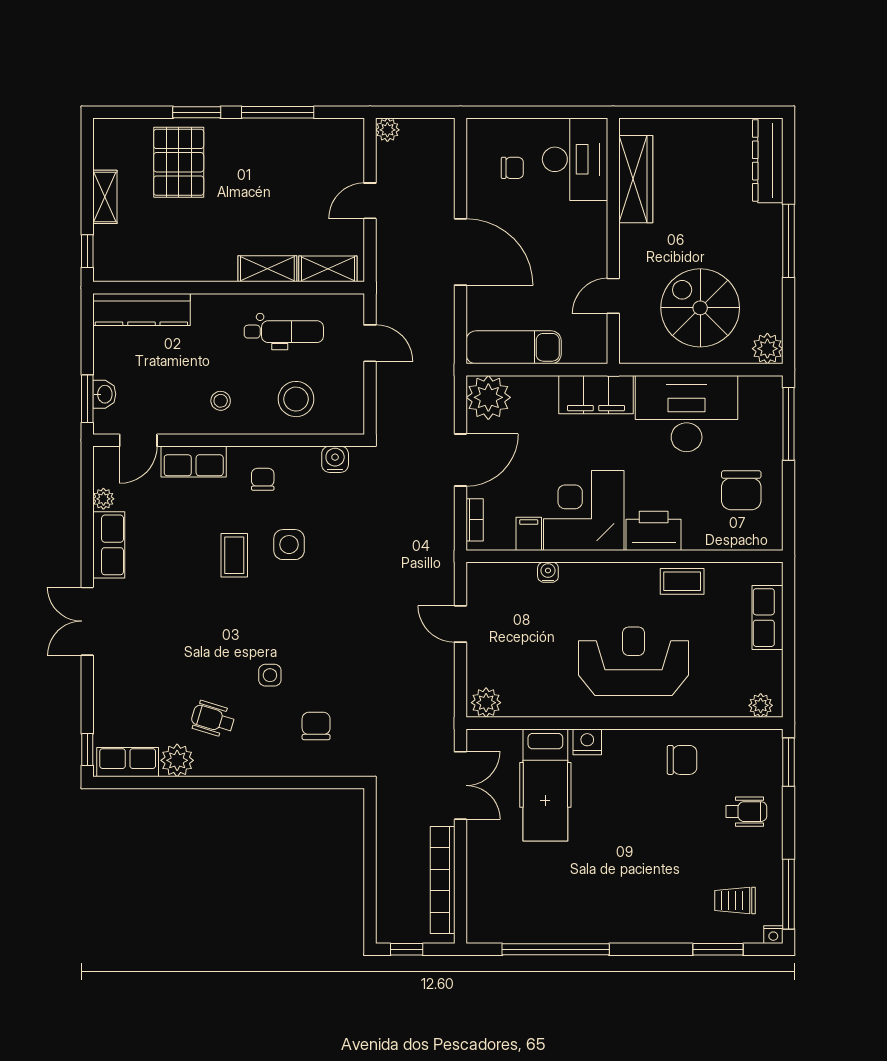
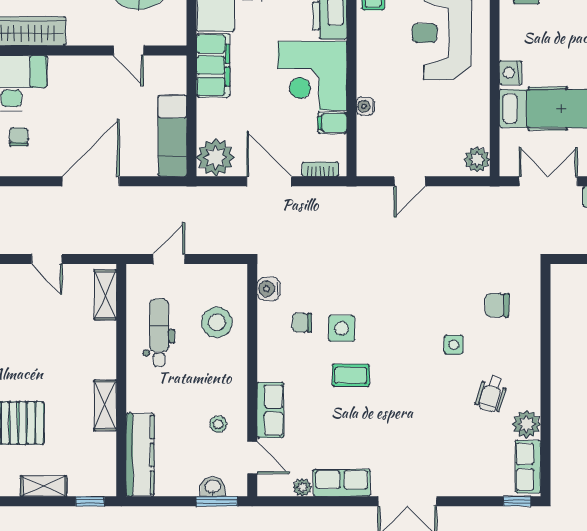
shelving: (267, 269) -> (105, 405), moved
stool: (221, 401) -> (218, 424), moved
chair: (263, 479) -> (302, 323), moved

